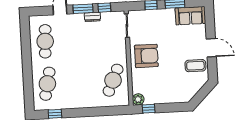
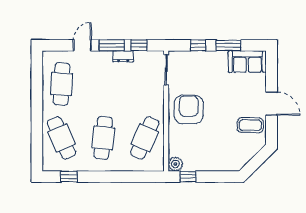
armchair: (146, 56) -> (189, 109), turned -90
cafe table: (80, 82) -> (103, 138), added
cafe table: (47, 84) -> (62, 138), turned -36

